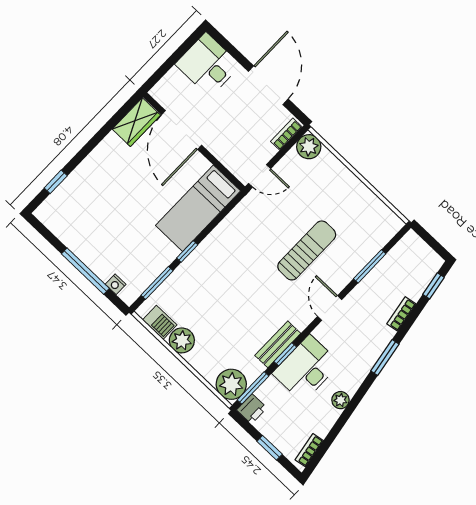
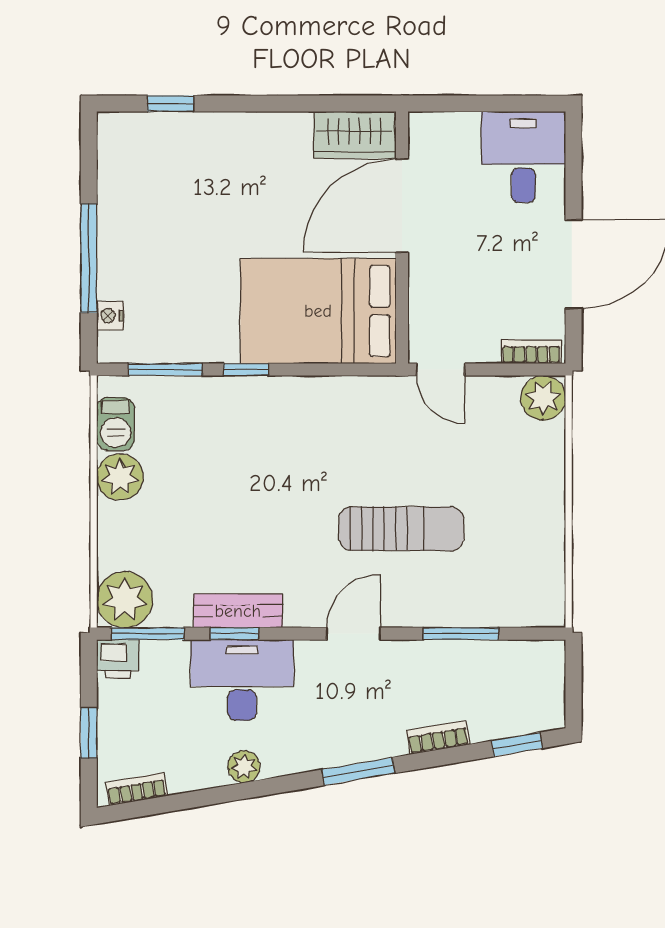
bed: (198, 208) -> (318, 311), width x1.50

